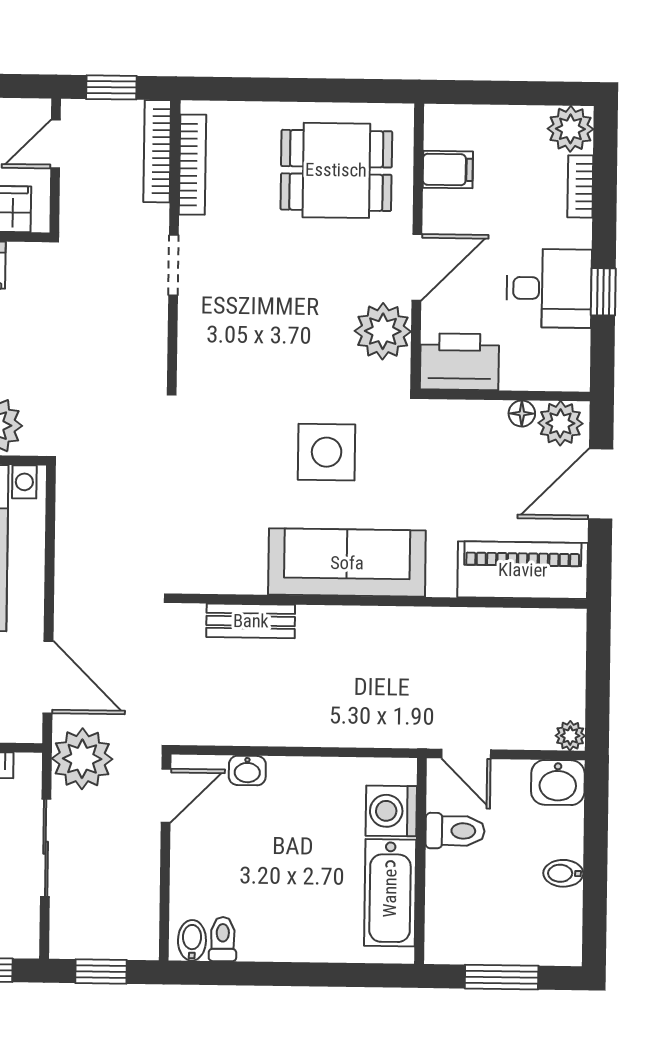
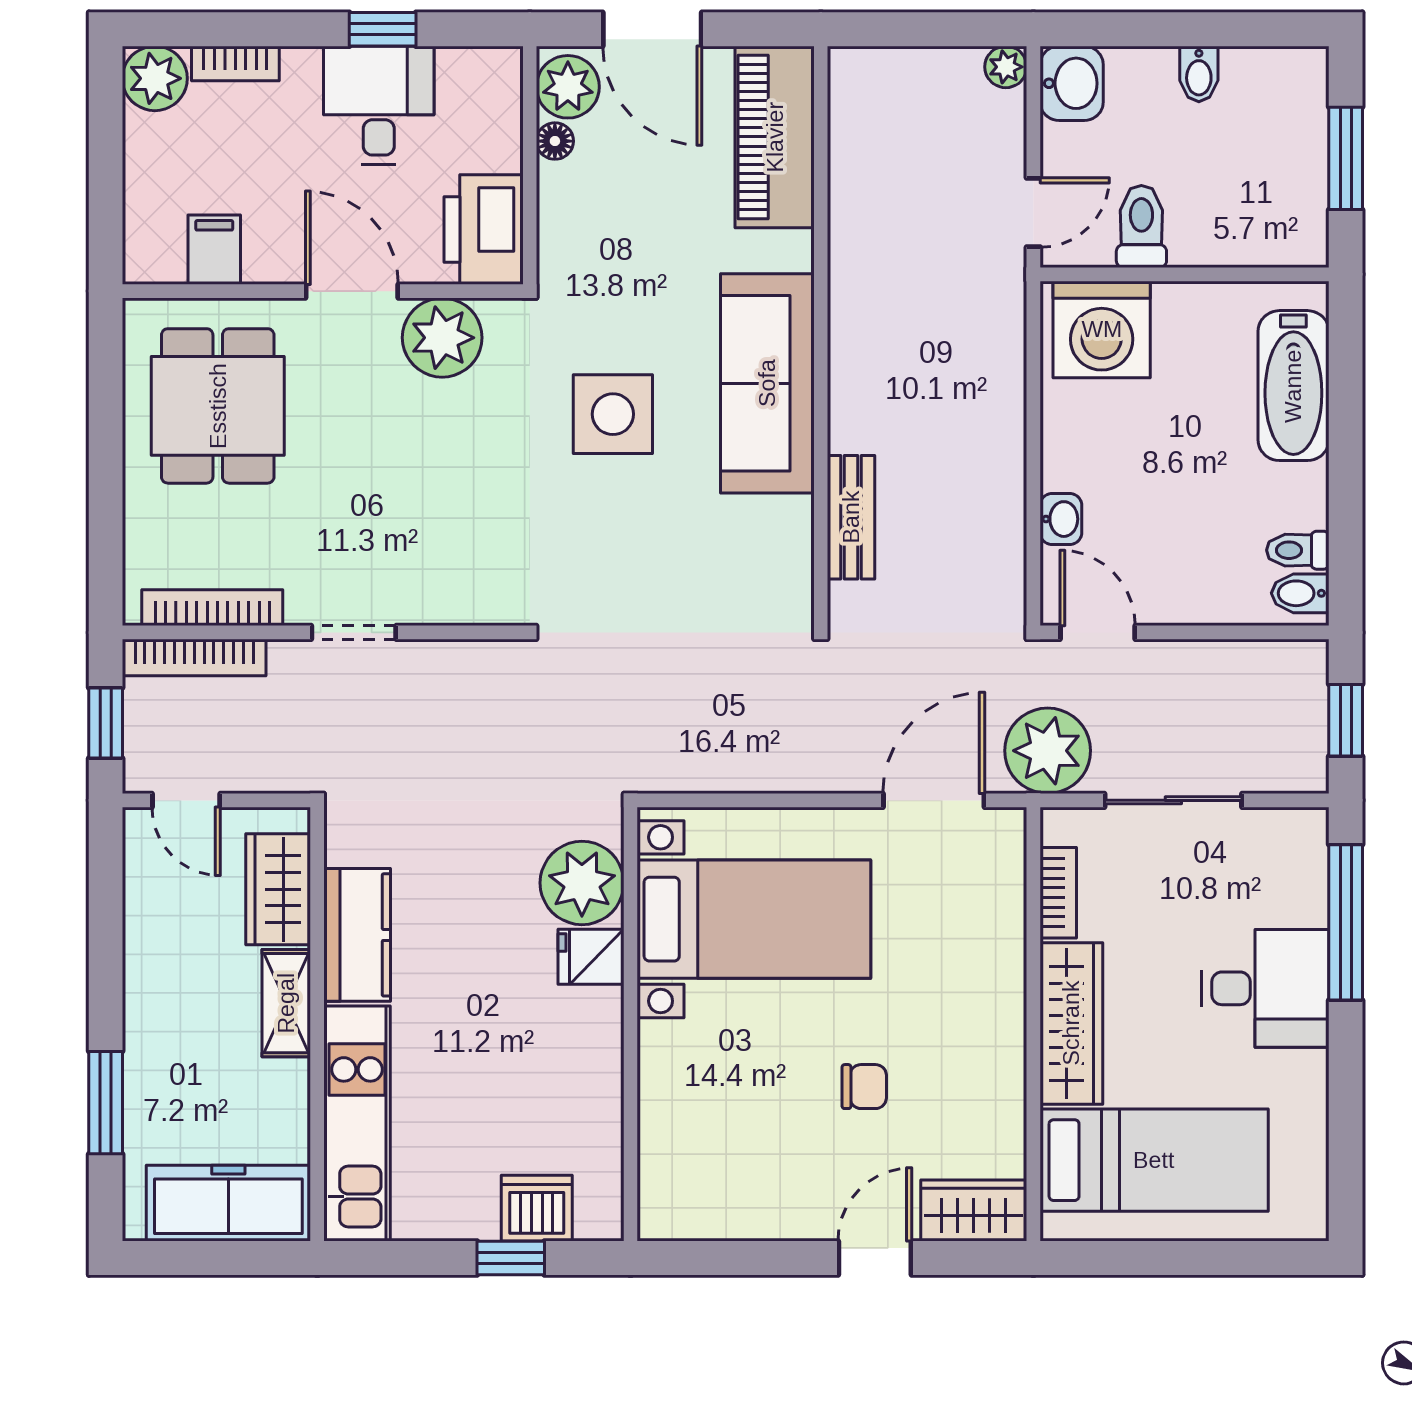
washing machine: (391, 811) -> (1102, 329), width x1.37, depth x1.37
bathtub: (390, 893) -> (1293, 386), moved, turned 90

